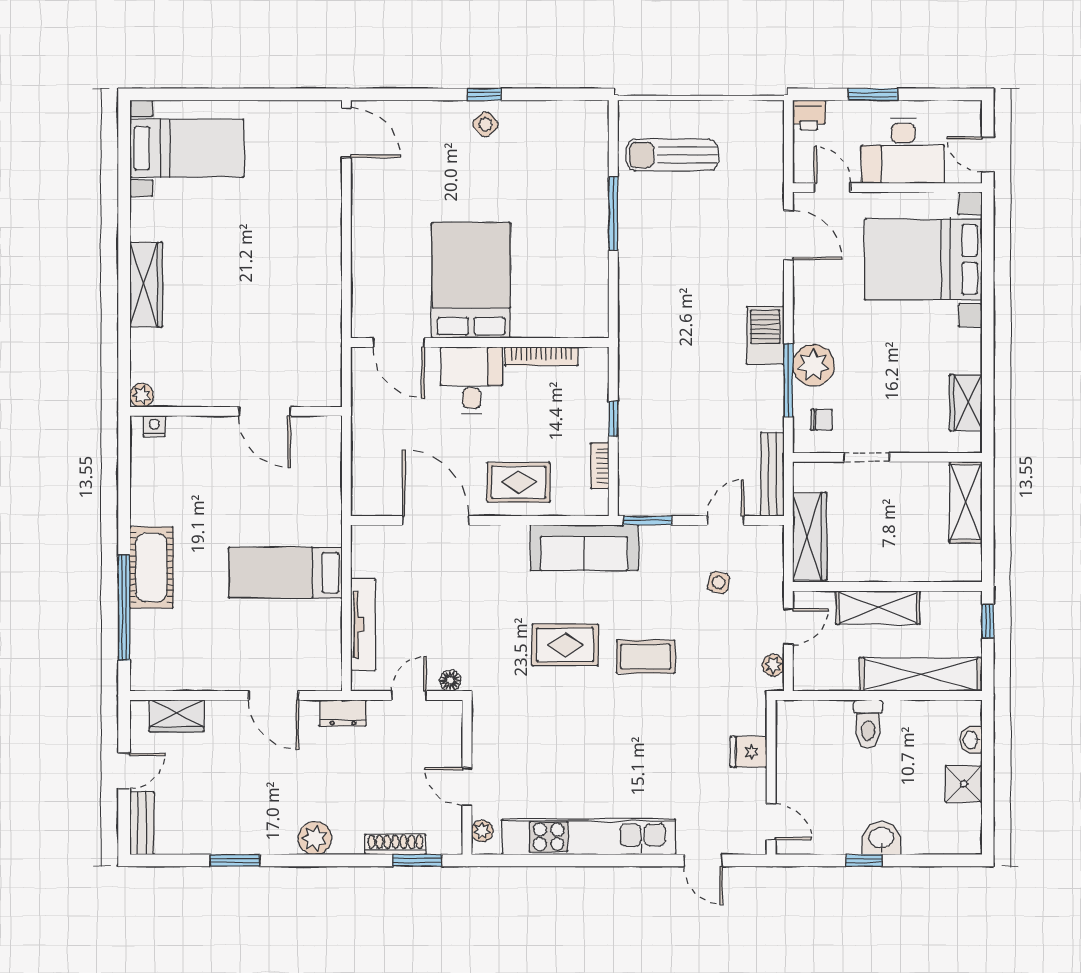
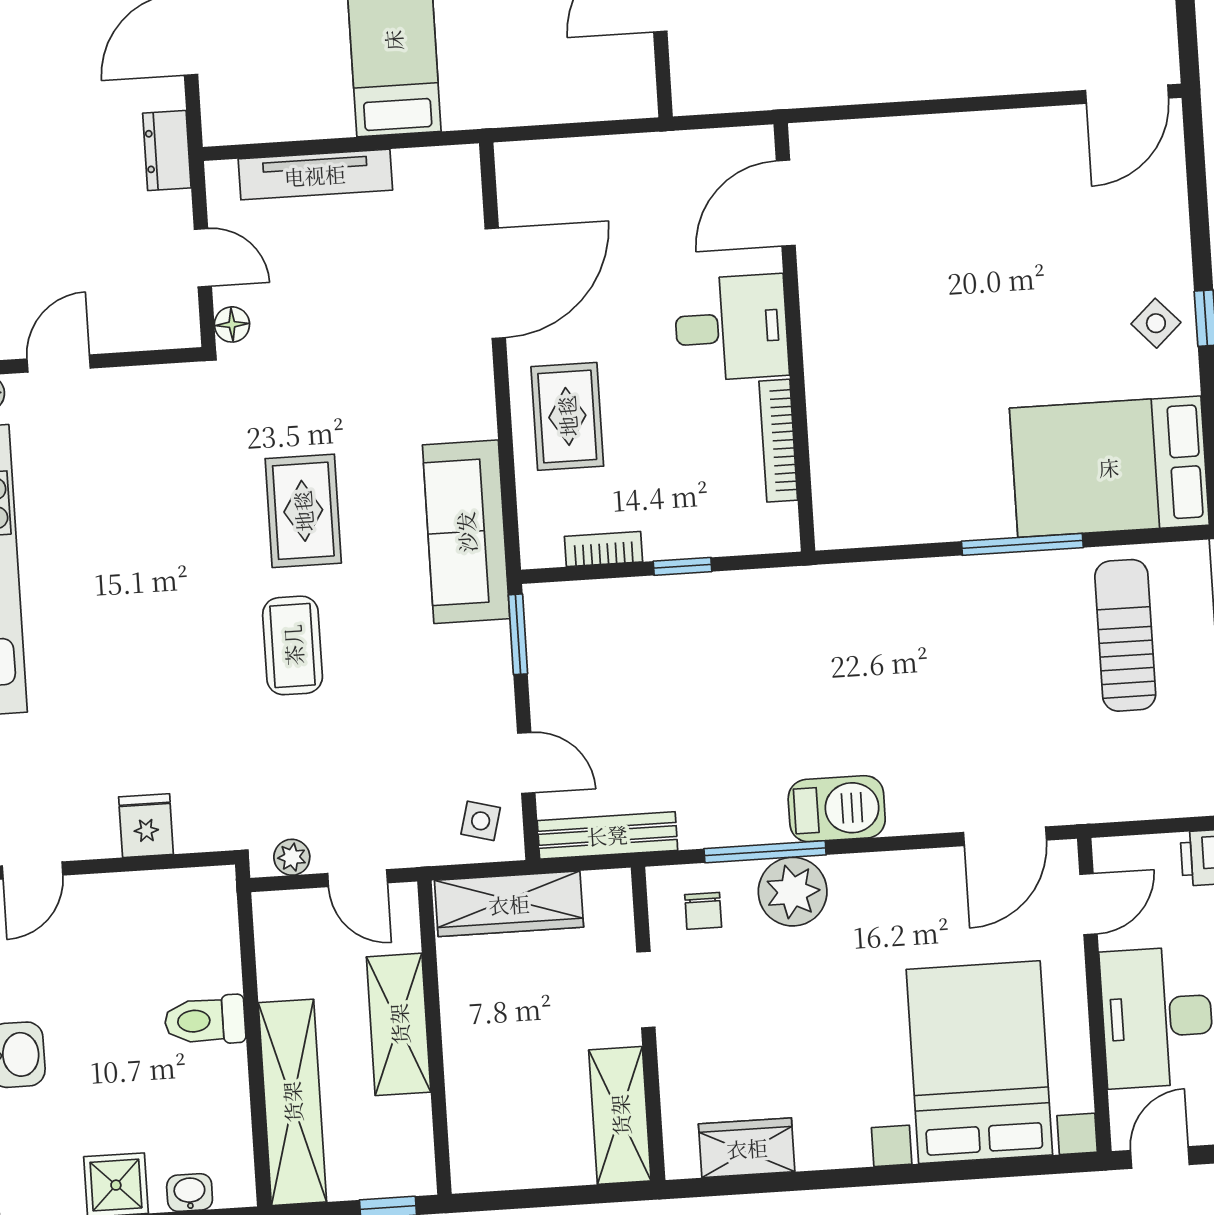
bed: (471, 280) -> (1109, 467), moved, turned 180
shelving: (966, 502) -> (620, 1115), moved, turned 90
side table: (719, 583) -> (481, 821), moved

